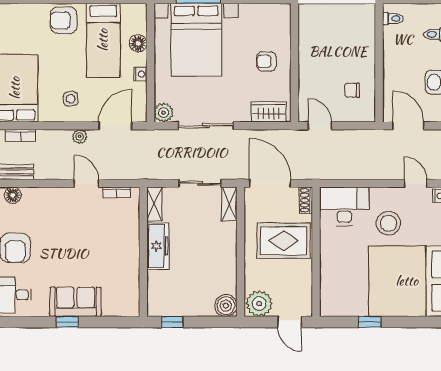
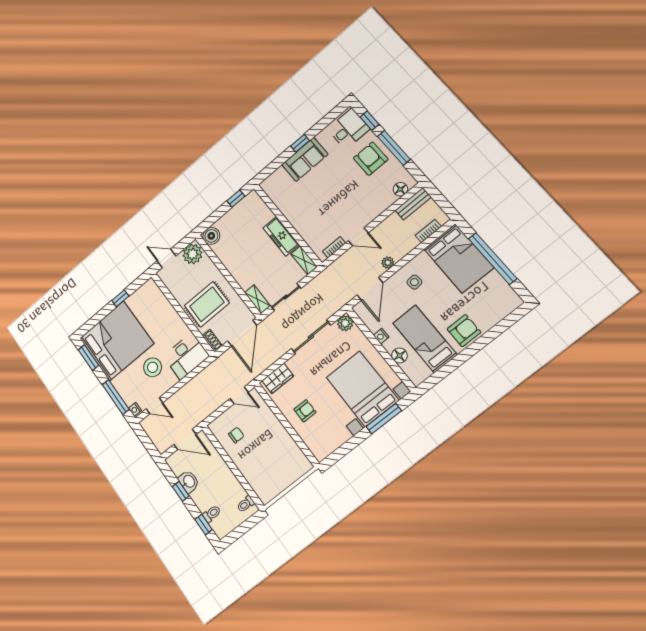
door: (270, 183) -> (242, 333), hinge flipped

